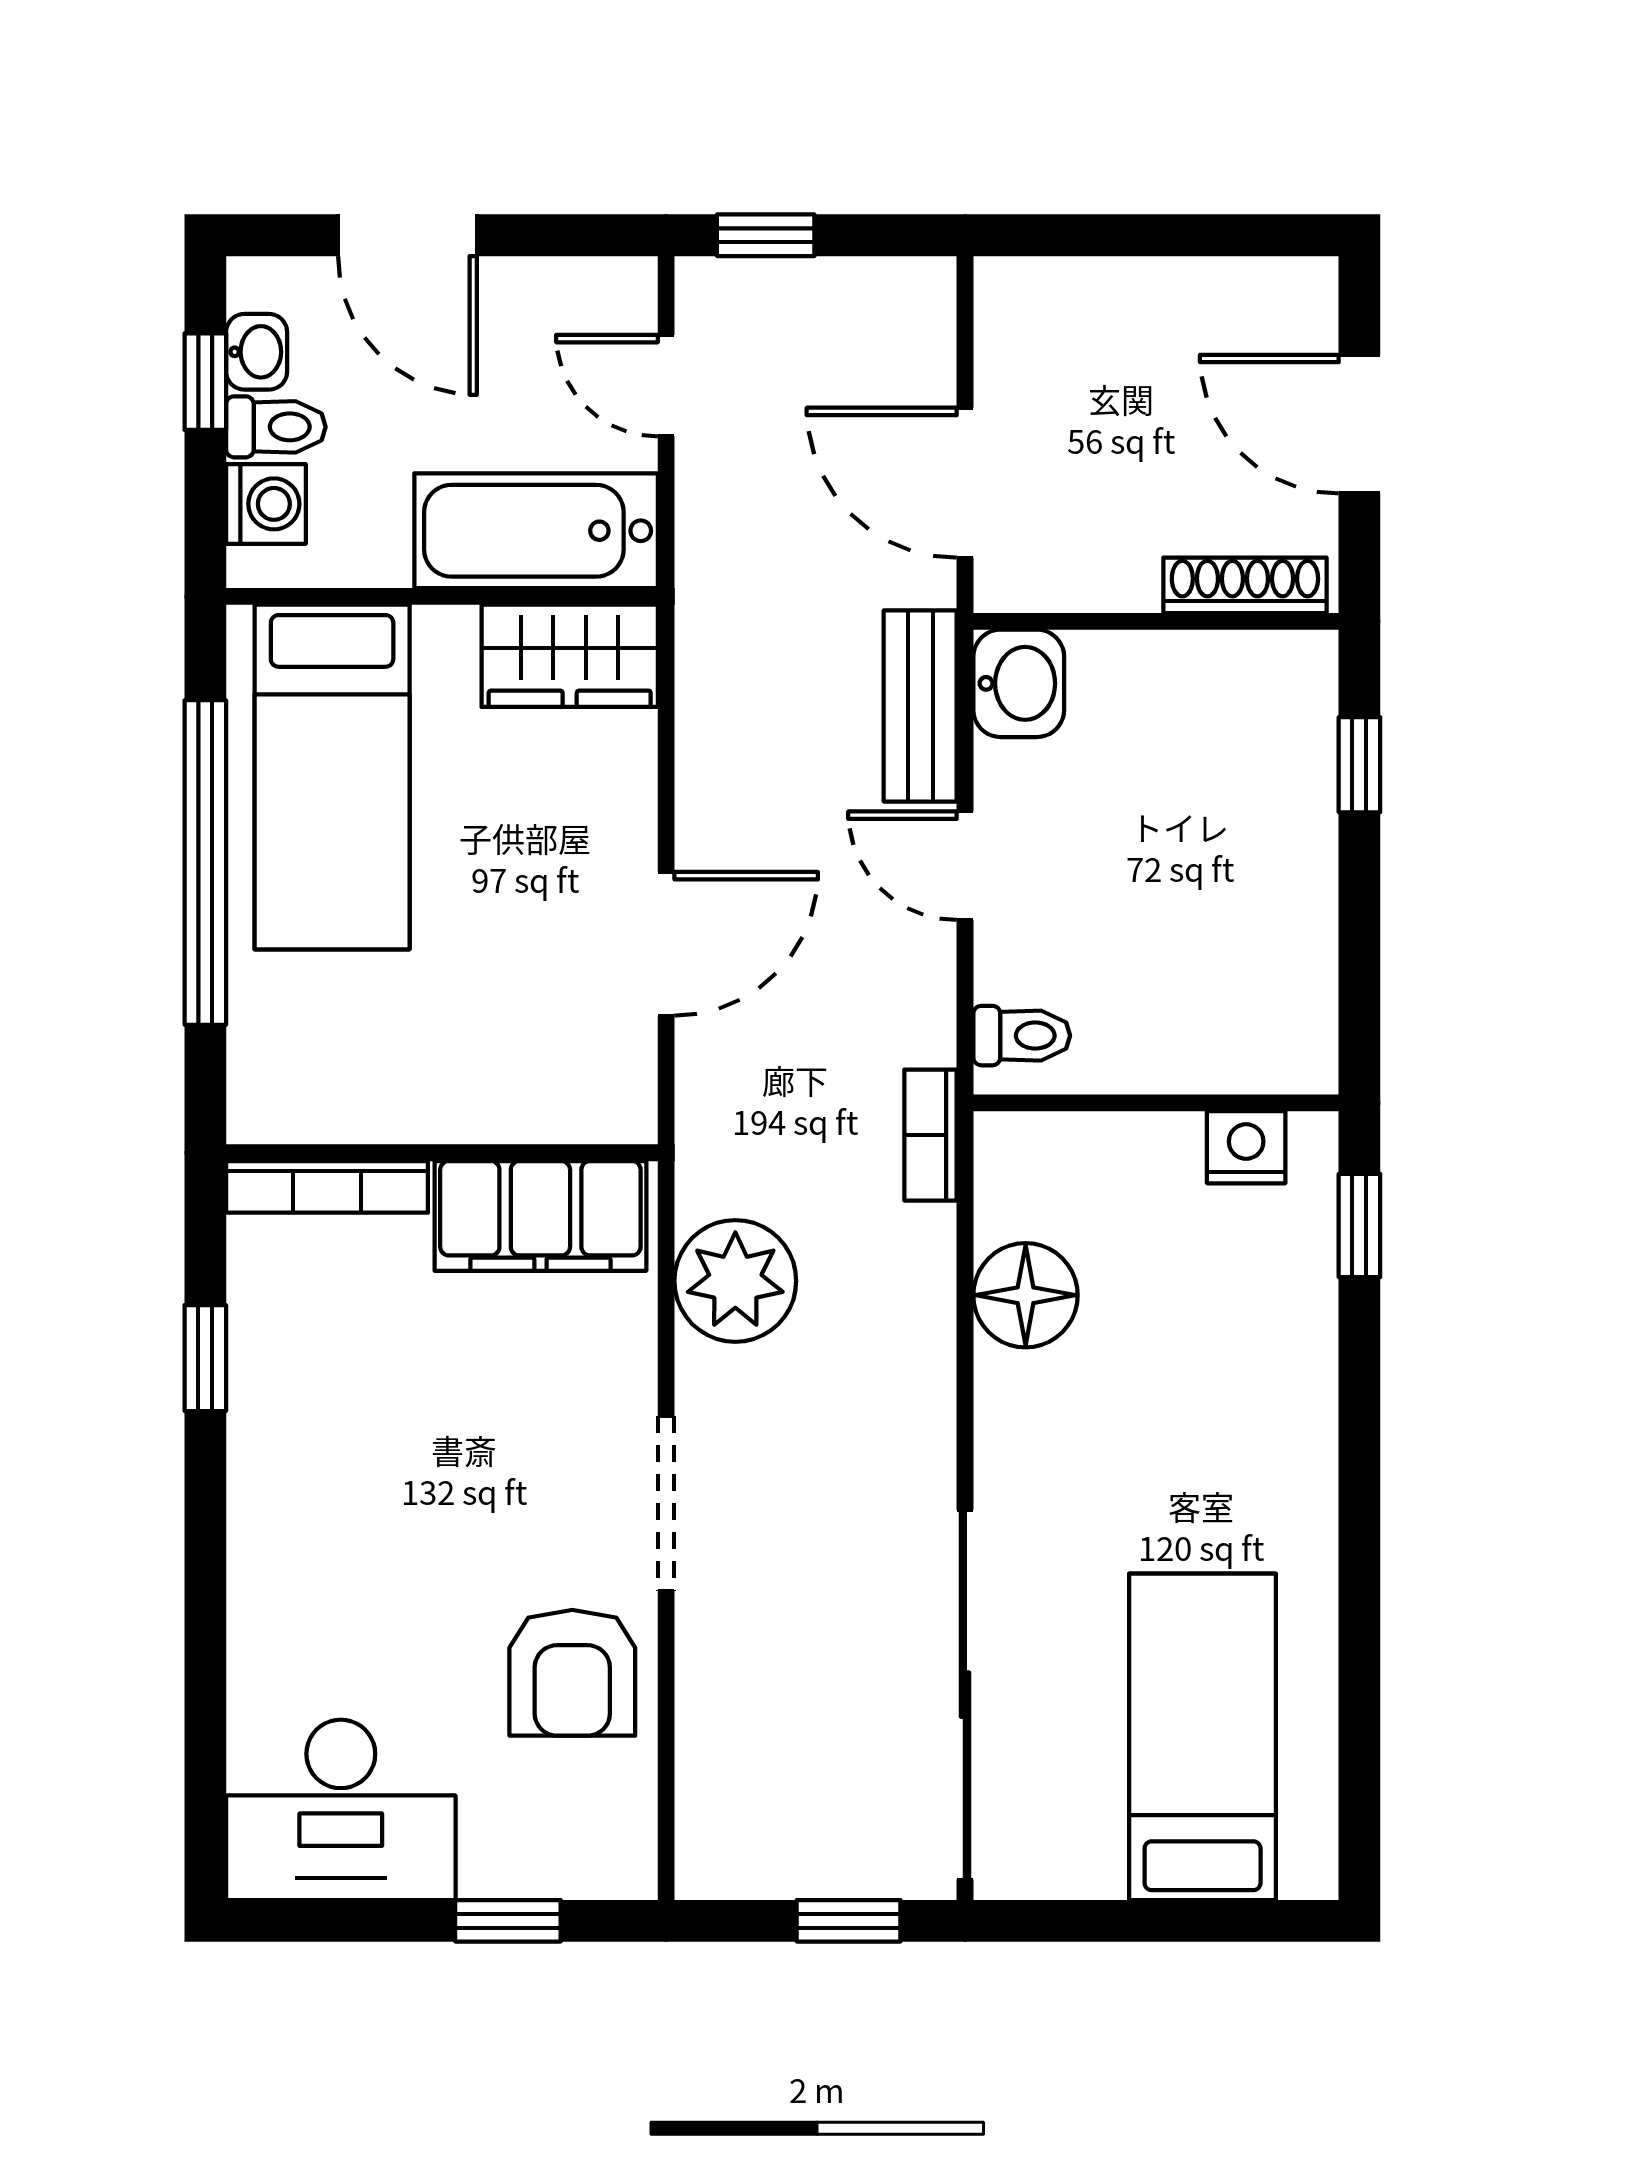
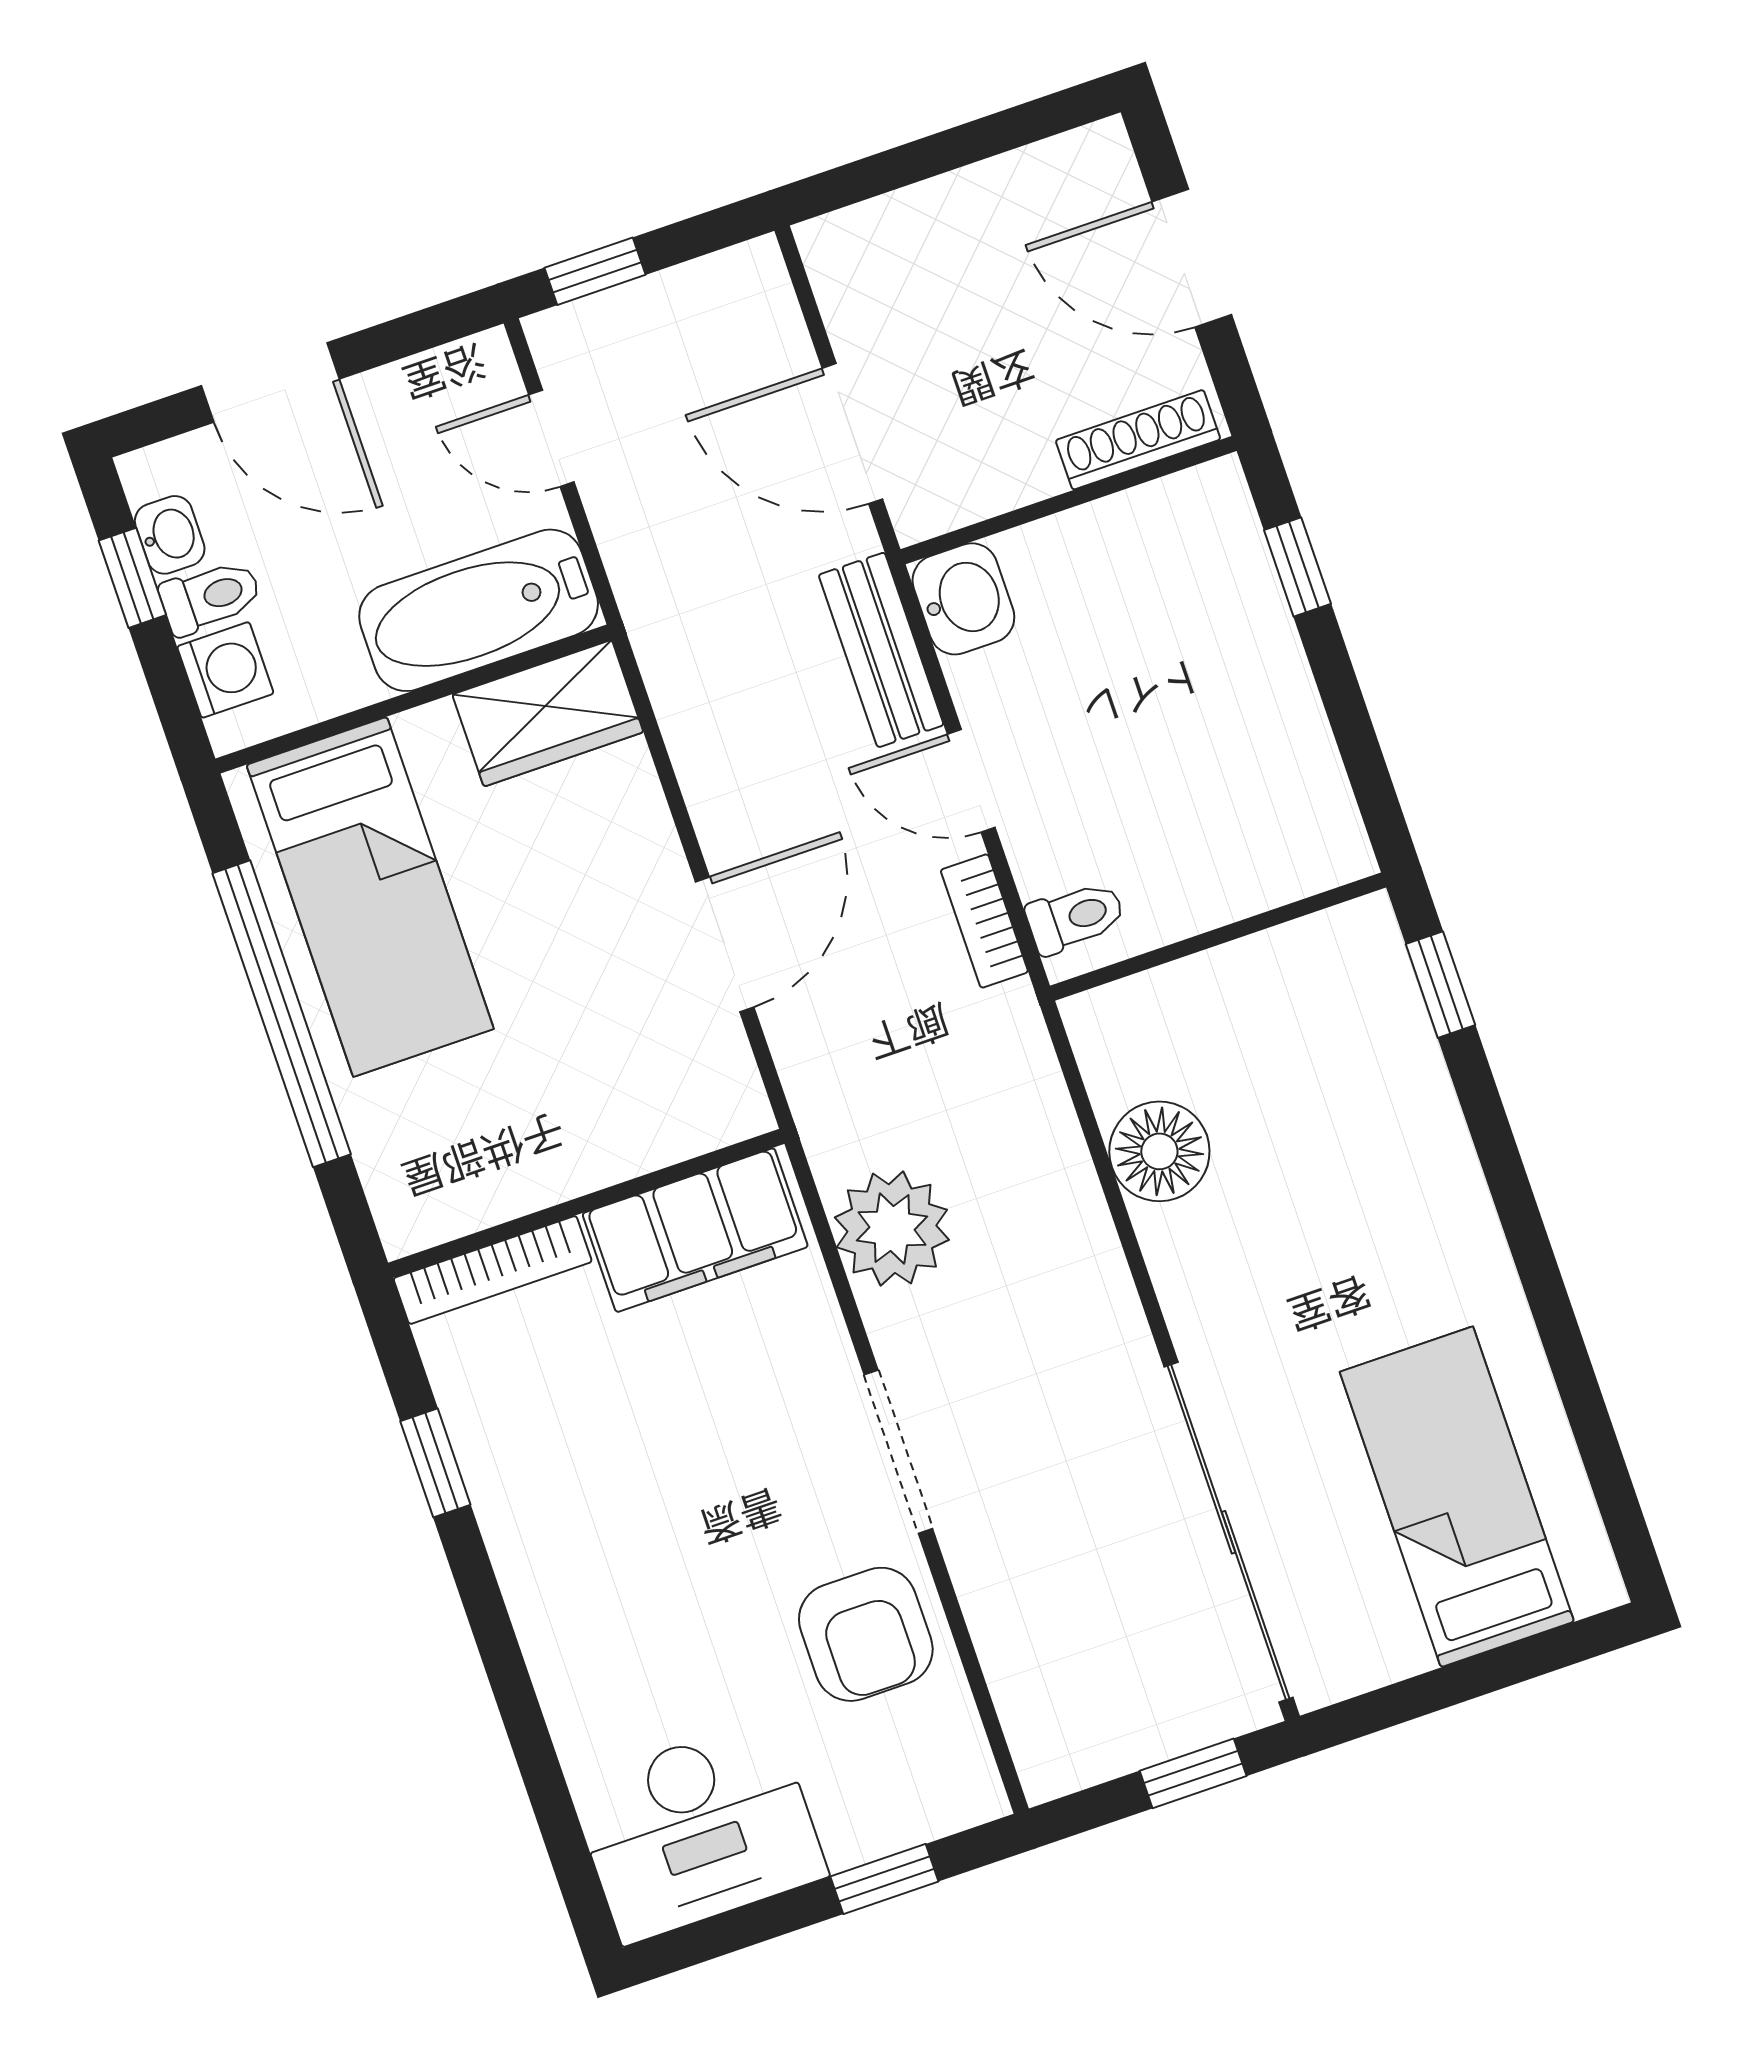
bookcase: (930, 1135) -> (984, 921), moved
nightstand: (1246, 1147) -> (1313, 949), removed

